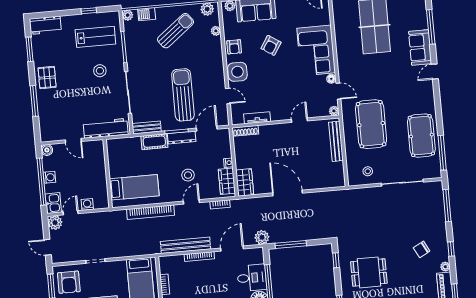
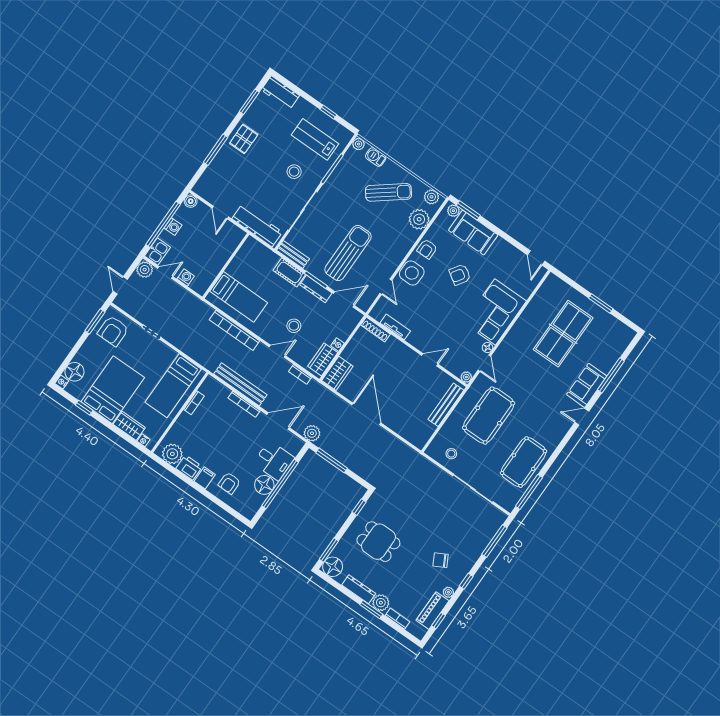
plant: (216, 31) -> (419, 219), width x1.87, depth x1.87
lab bench: (95, 37) -> (315, 139), turned 180

